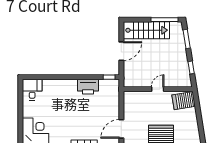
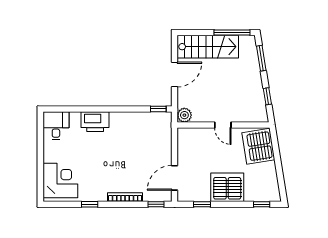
plant: (129, 82) -> (184, 115), added
printer: (88, 87) -> (95, 122), moved
door: (158, 89) -> (223, 125), swing flipped
server rack: (184, 101) -> (258, 146), width x1.60

